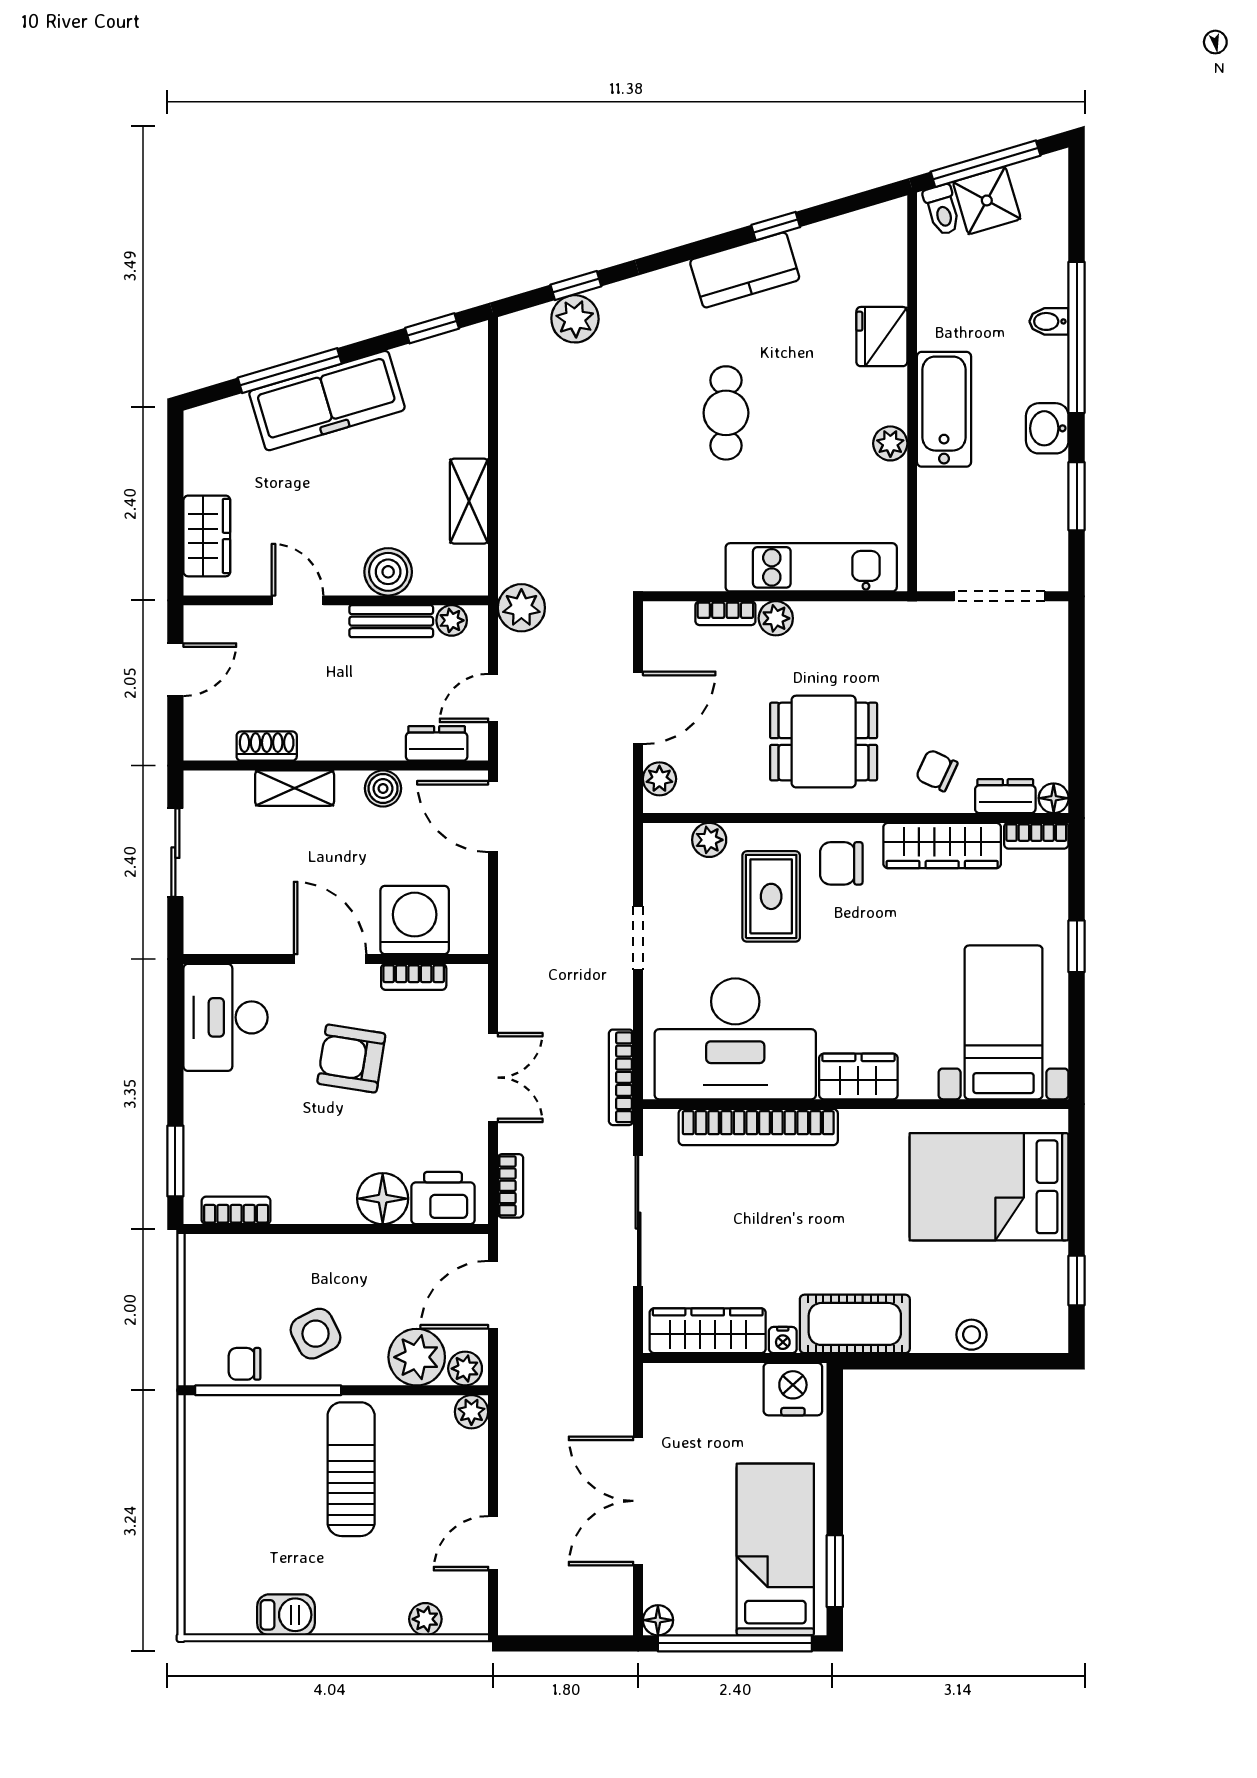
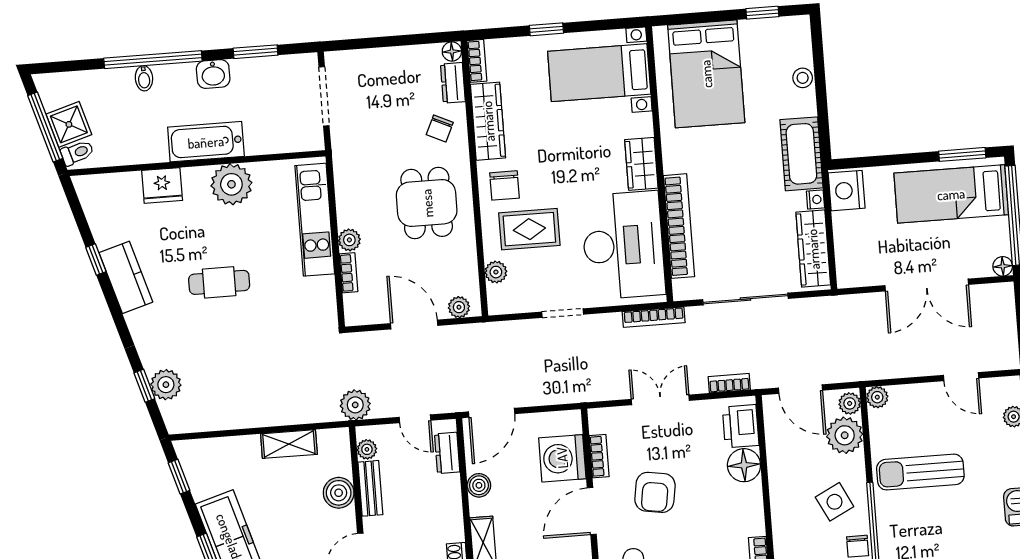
plant: (890, 443) -> (231, 184), width x1.88, depth x1.88

